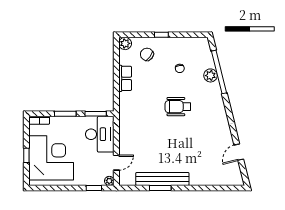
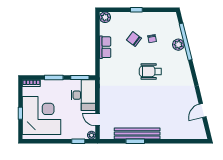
chair: (147, 54) -> (134, 39), moved
door: (116, 163) -> (98, 119), swing flipped

